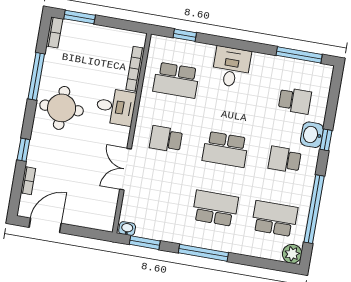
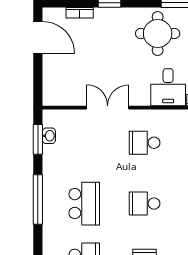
school desk: (166, 139) -> (145, 143), turned -90
school desk: (225, 149) -> (145, 204), width x0.54
washbasin: (127, 229) -> (49, 136), moved

